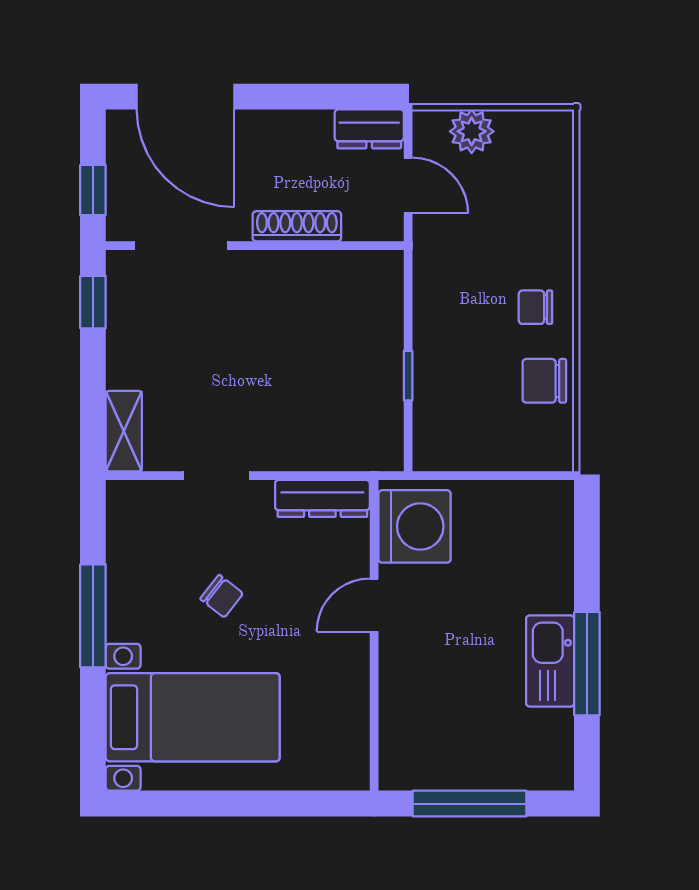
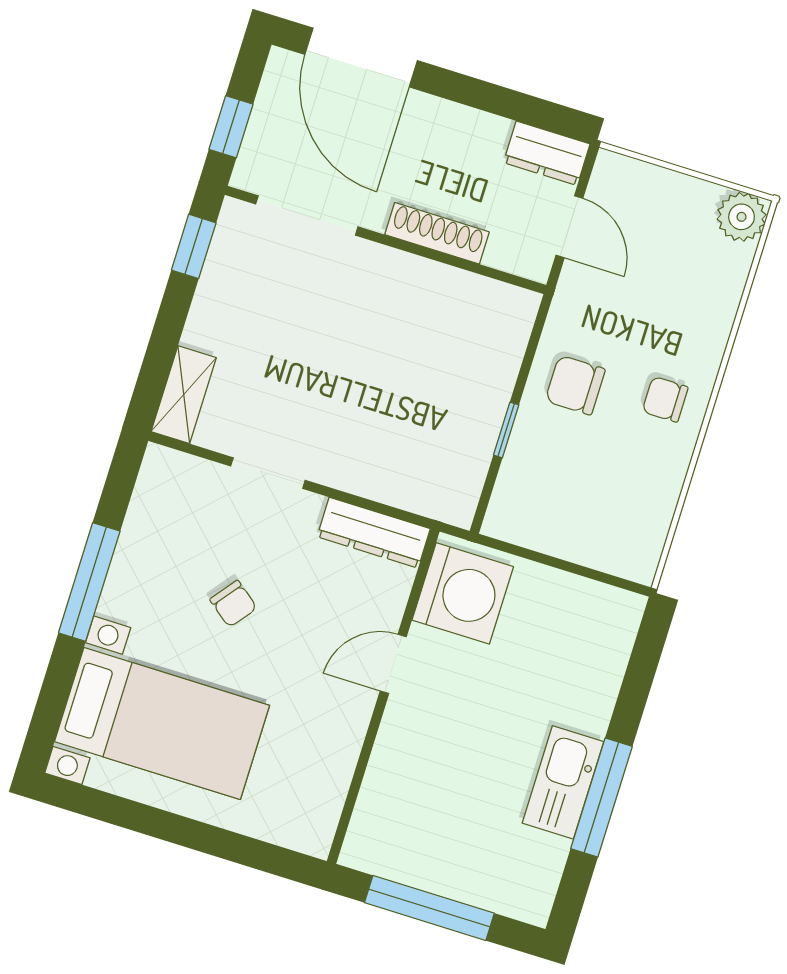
plant: (472, 131) -> (742, 217), moved
chair: (544, 381) -> (575, 385), moved

